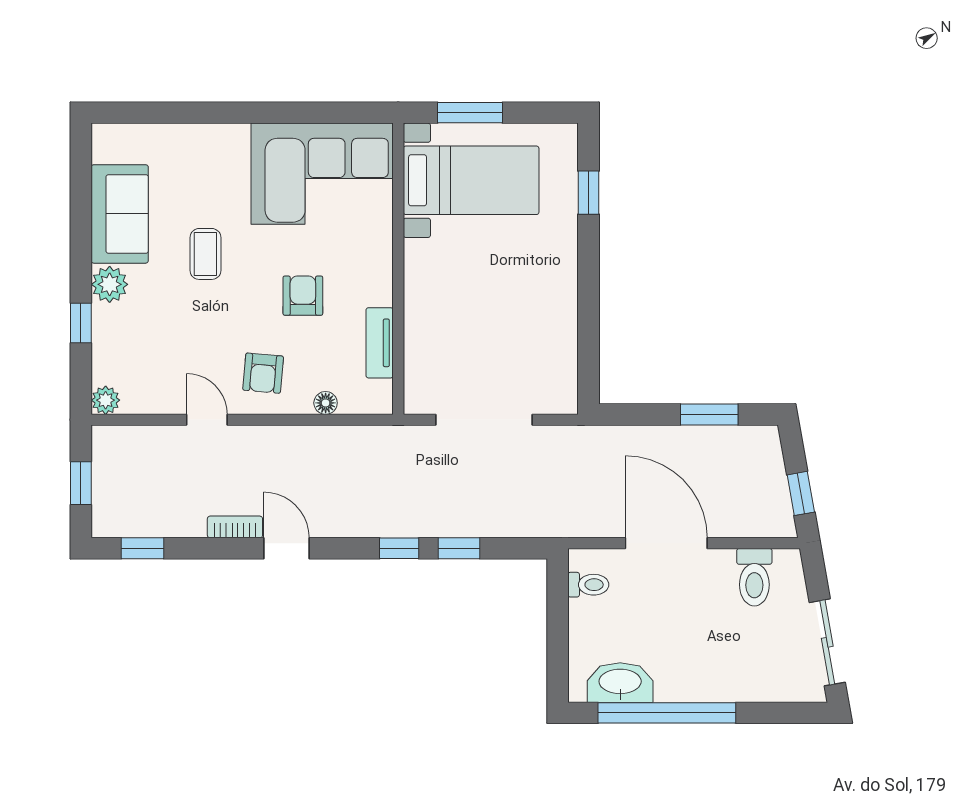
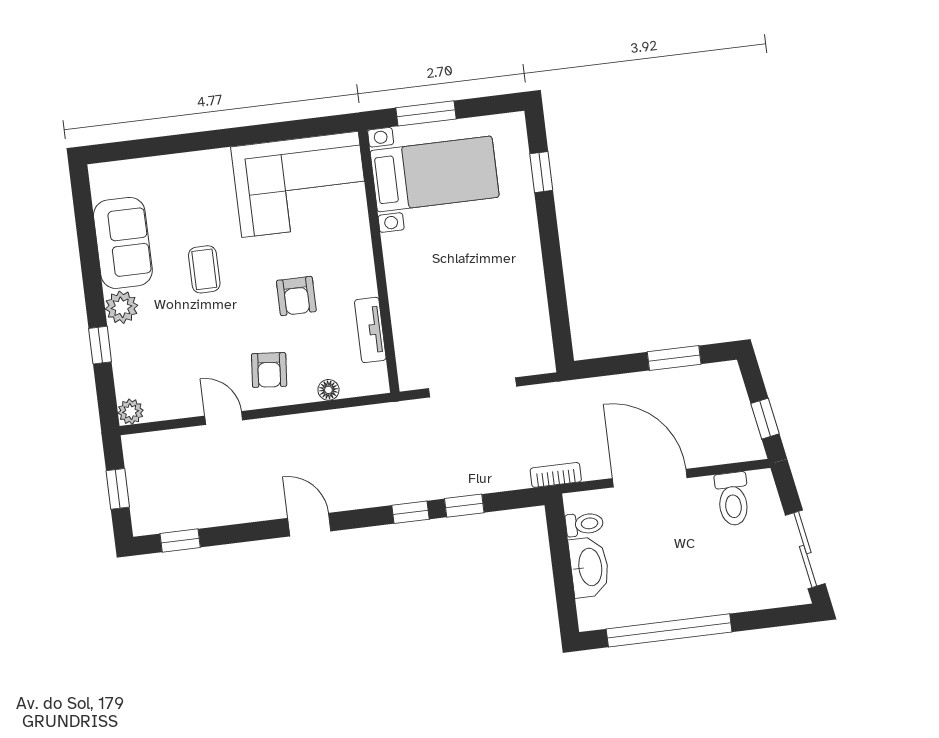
armchair: (303, 296) -> (296, 296), turned 180
bookcase: (235, 527) -> (556, 475), moved
washbasin: (620, 683) -> (589, 567), moved, turned 90

